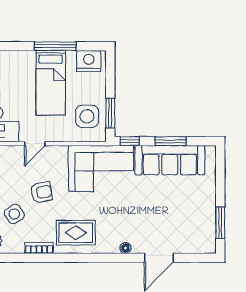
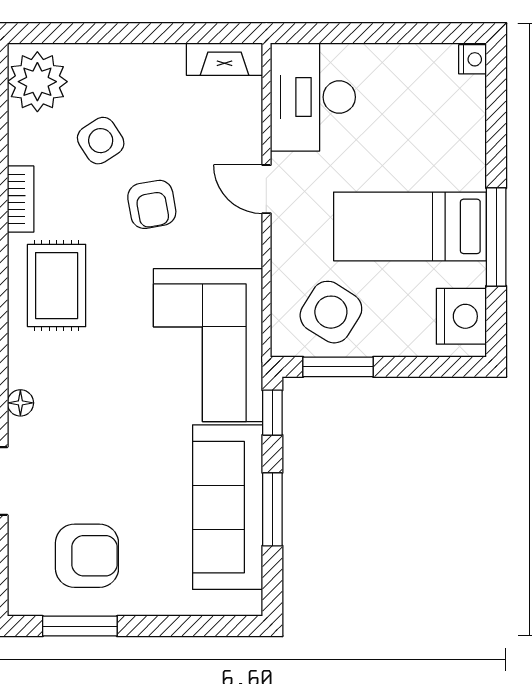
side table: (87, 116) -> (331, 312), turned 32
armchair: (190, 220) -> (87, 556), added

